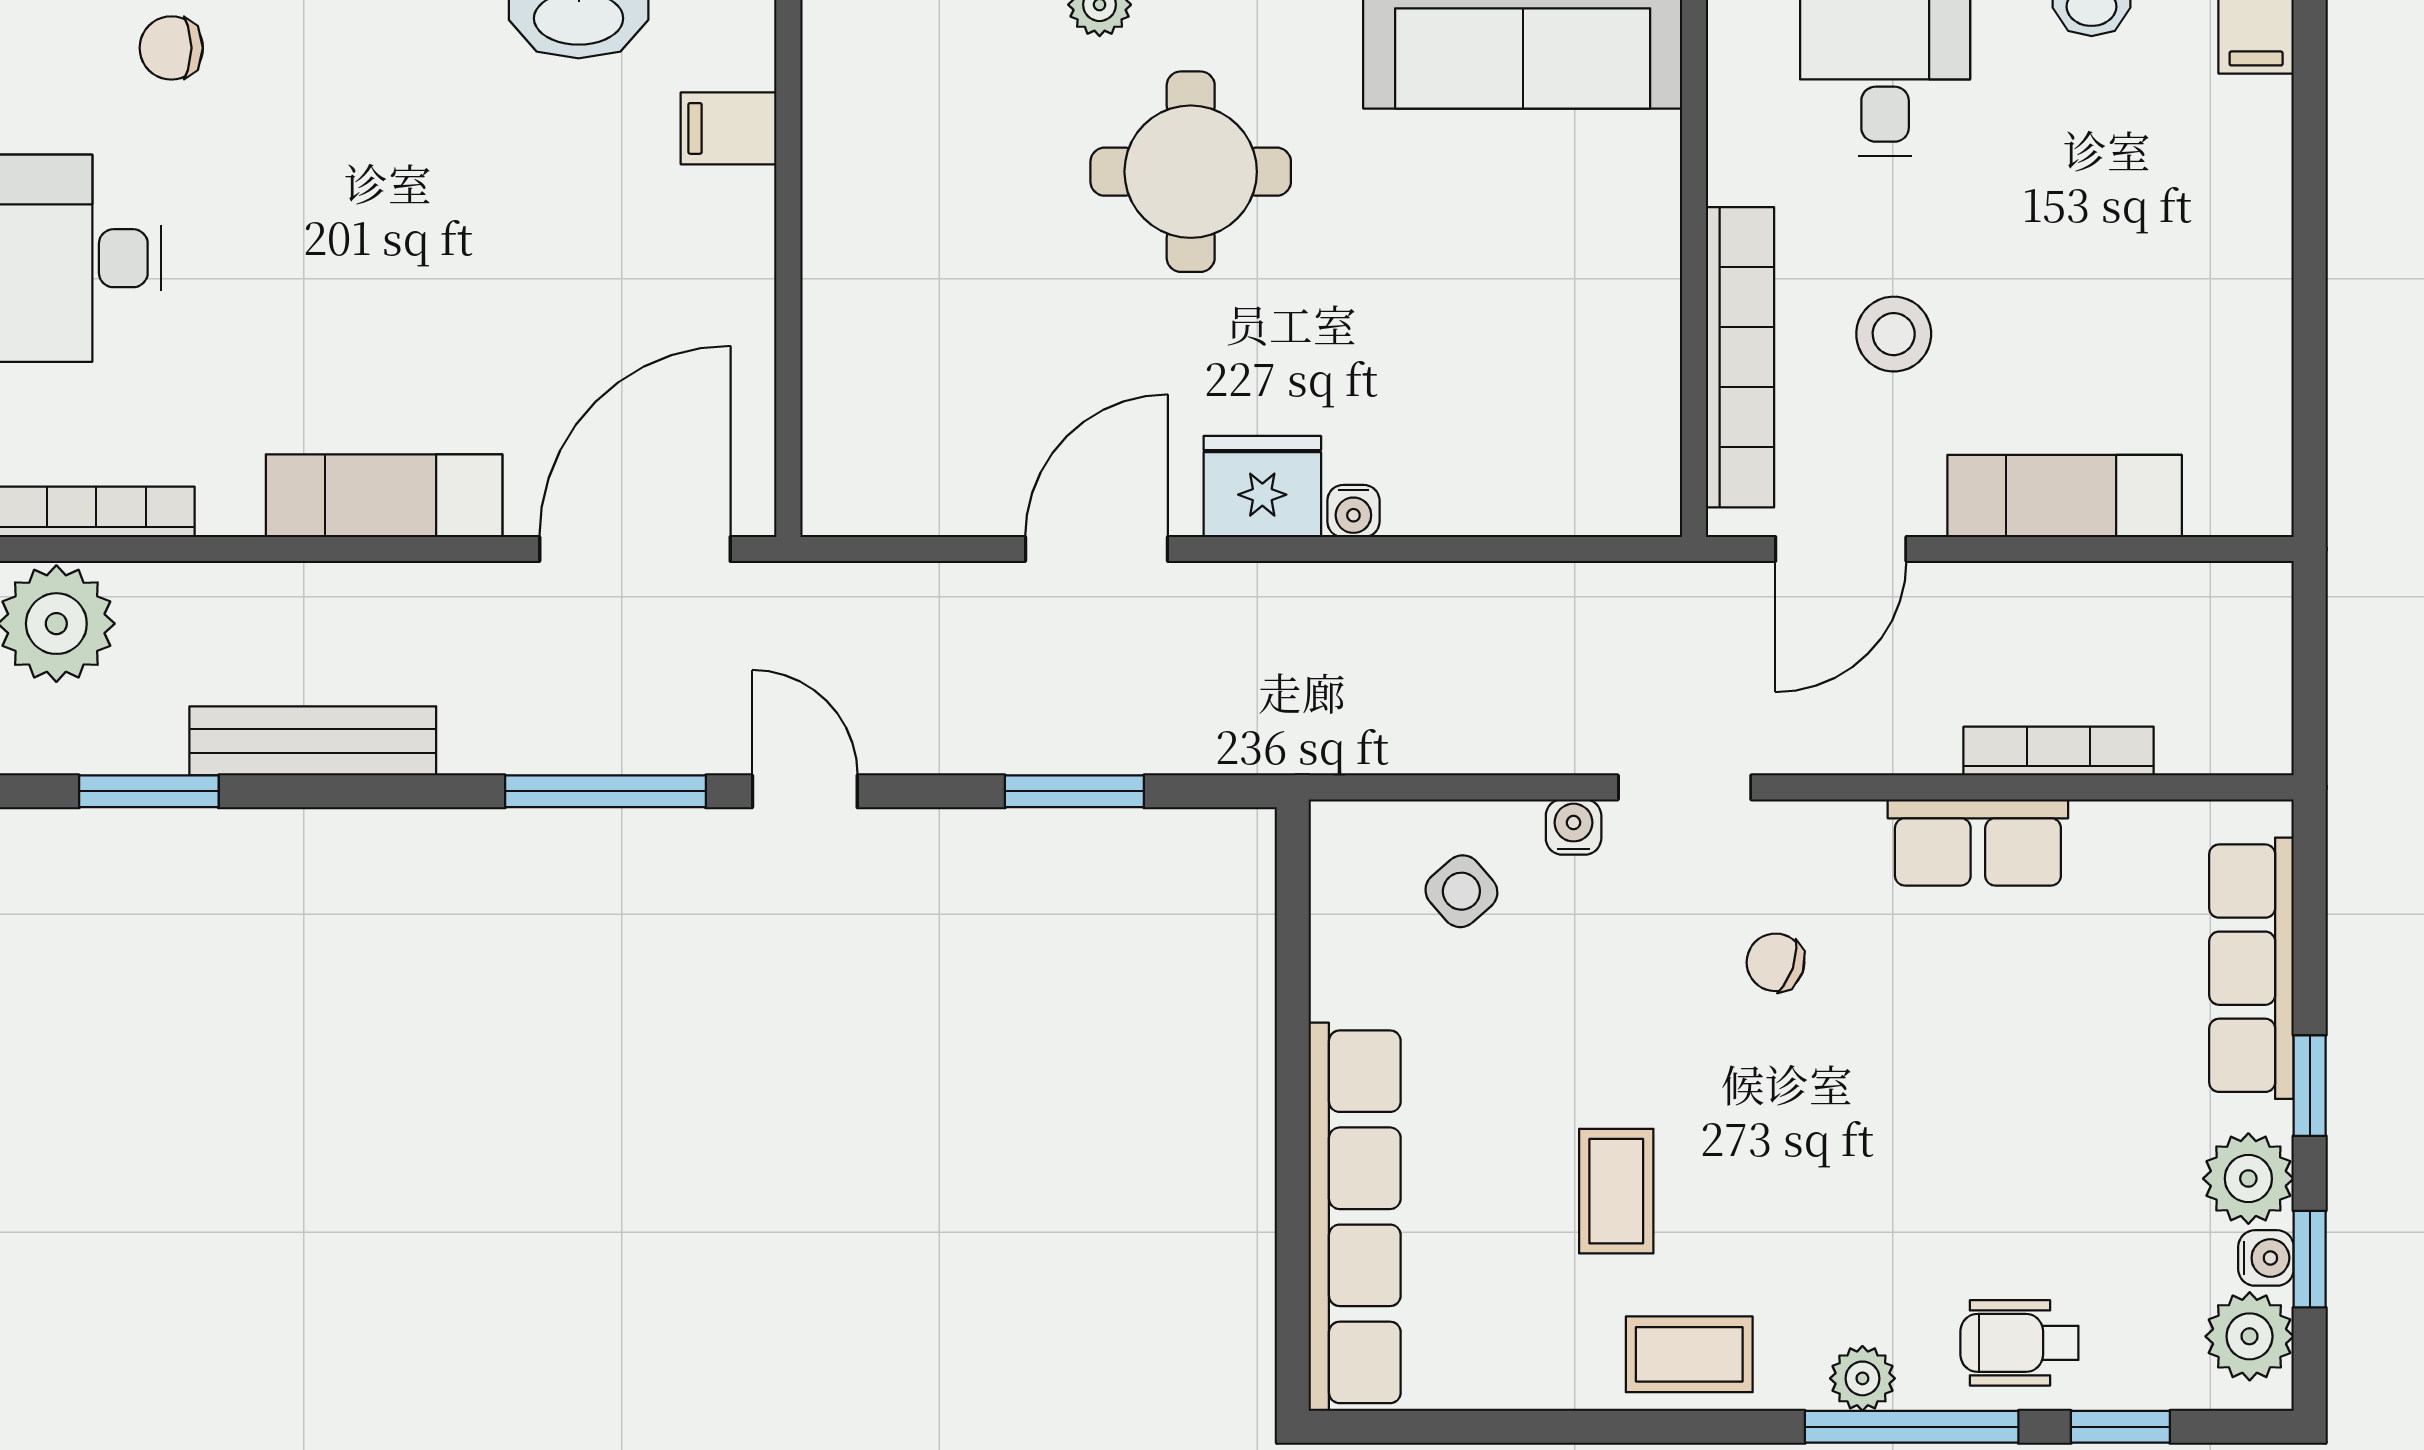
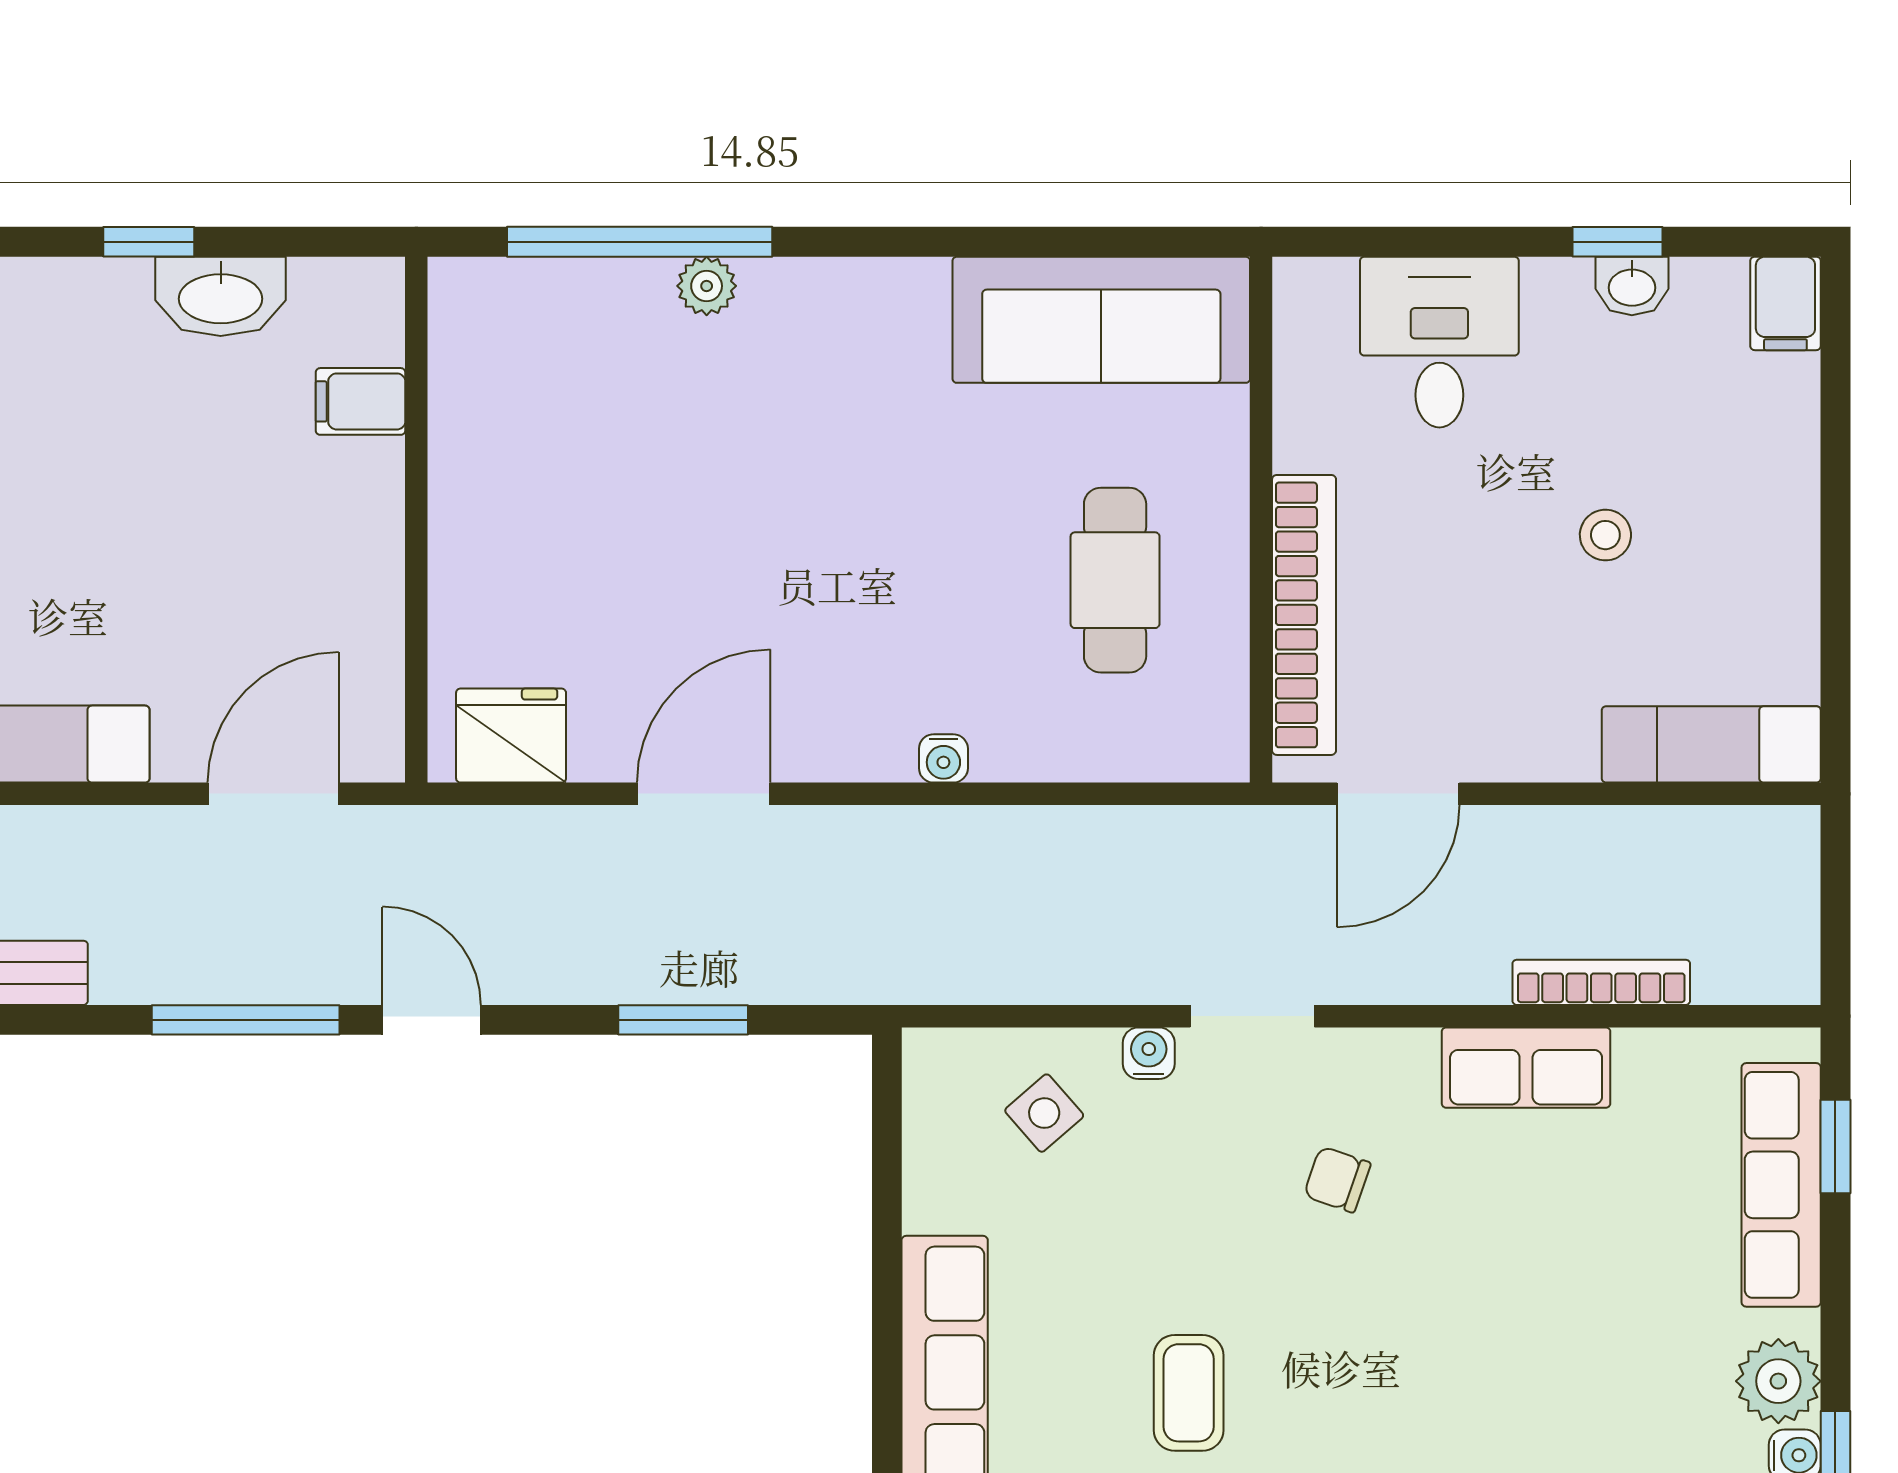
round table: (1191, 172) -> (792, 442), removed
cafe table: (1537, 320) -> (1115, 580), added
stool: (1894, 334) -> (1605, 535), moved, width x0.73, depth x0.73
fridge: (1262, 487) -> (511, 736), moved
exam couch: (2065, 496) -> (1711, 744), moved
door: (635, 549) -> (273, 794), width x0.73
window: (2310, 1086) -> (1835, 1146), moved

